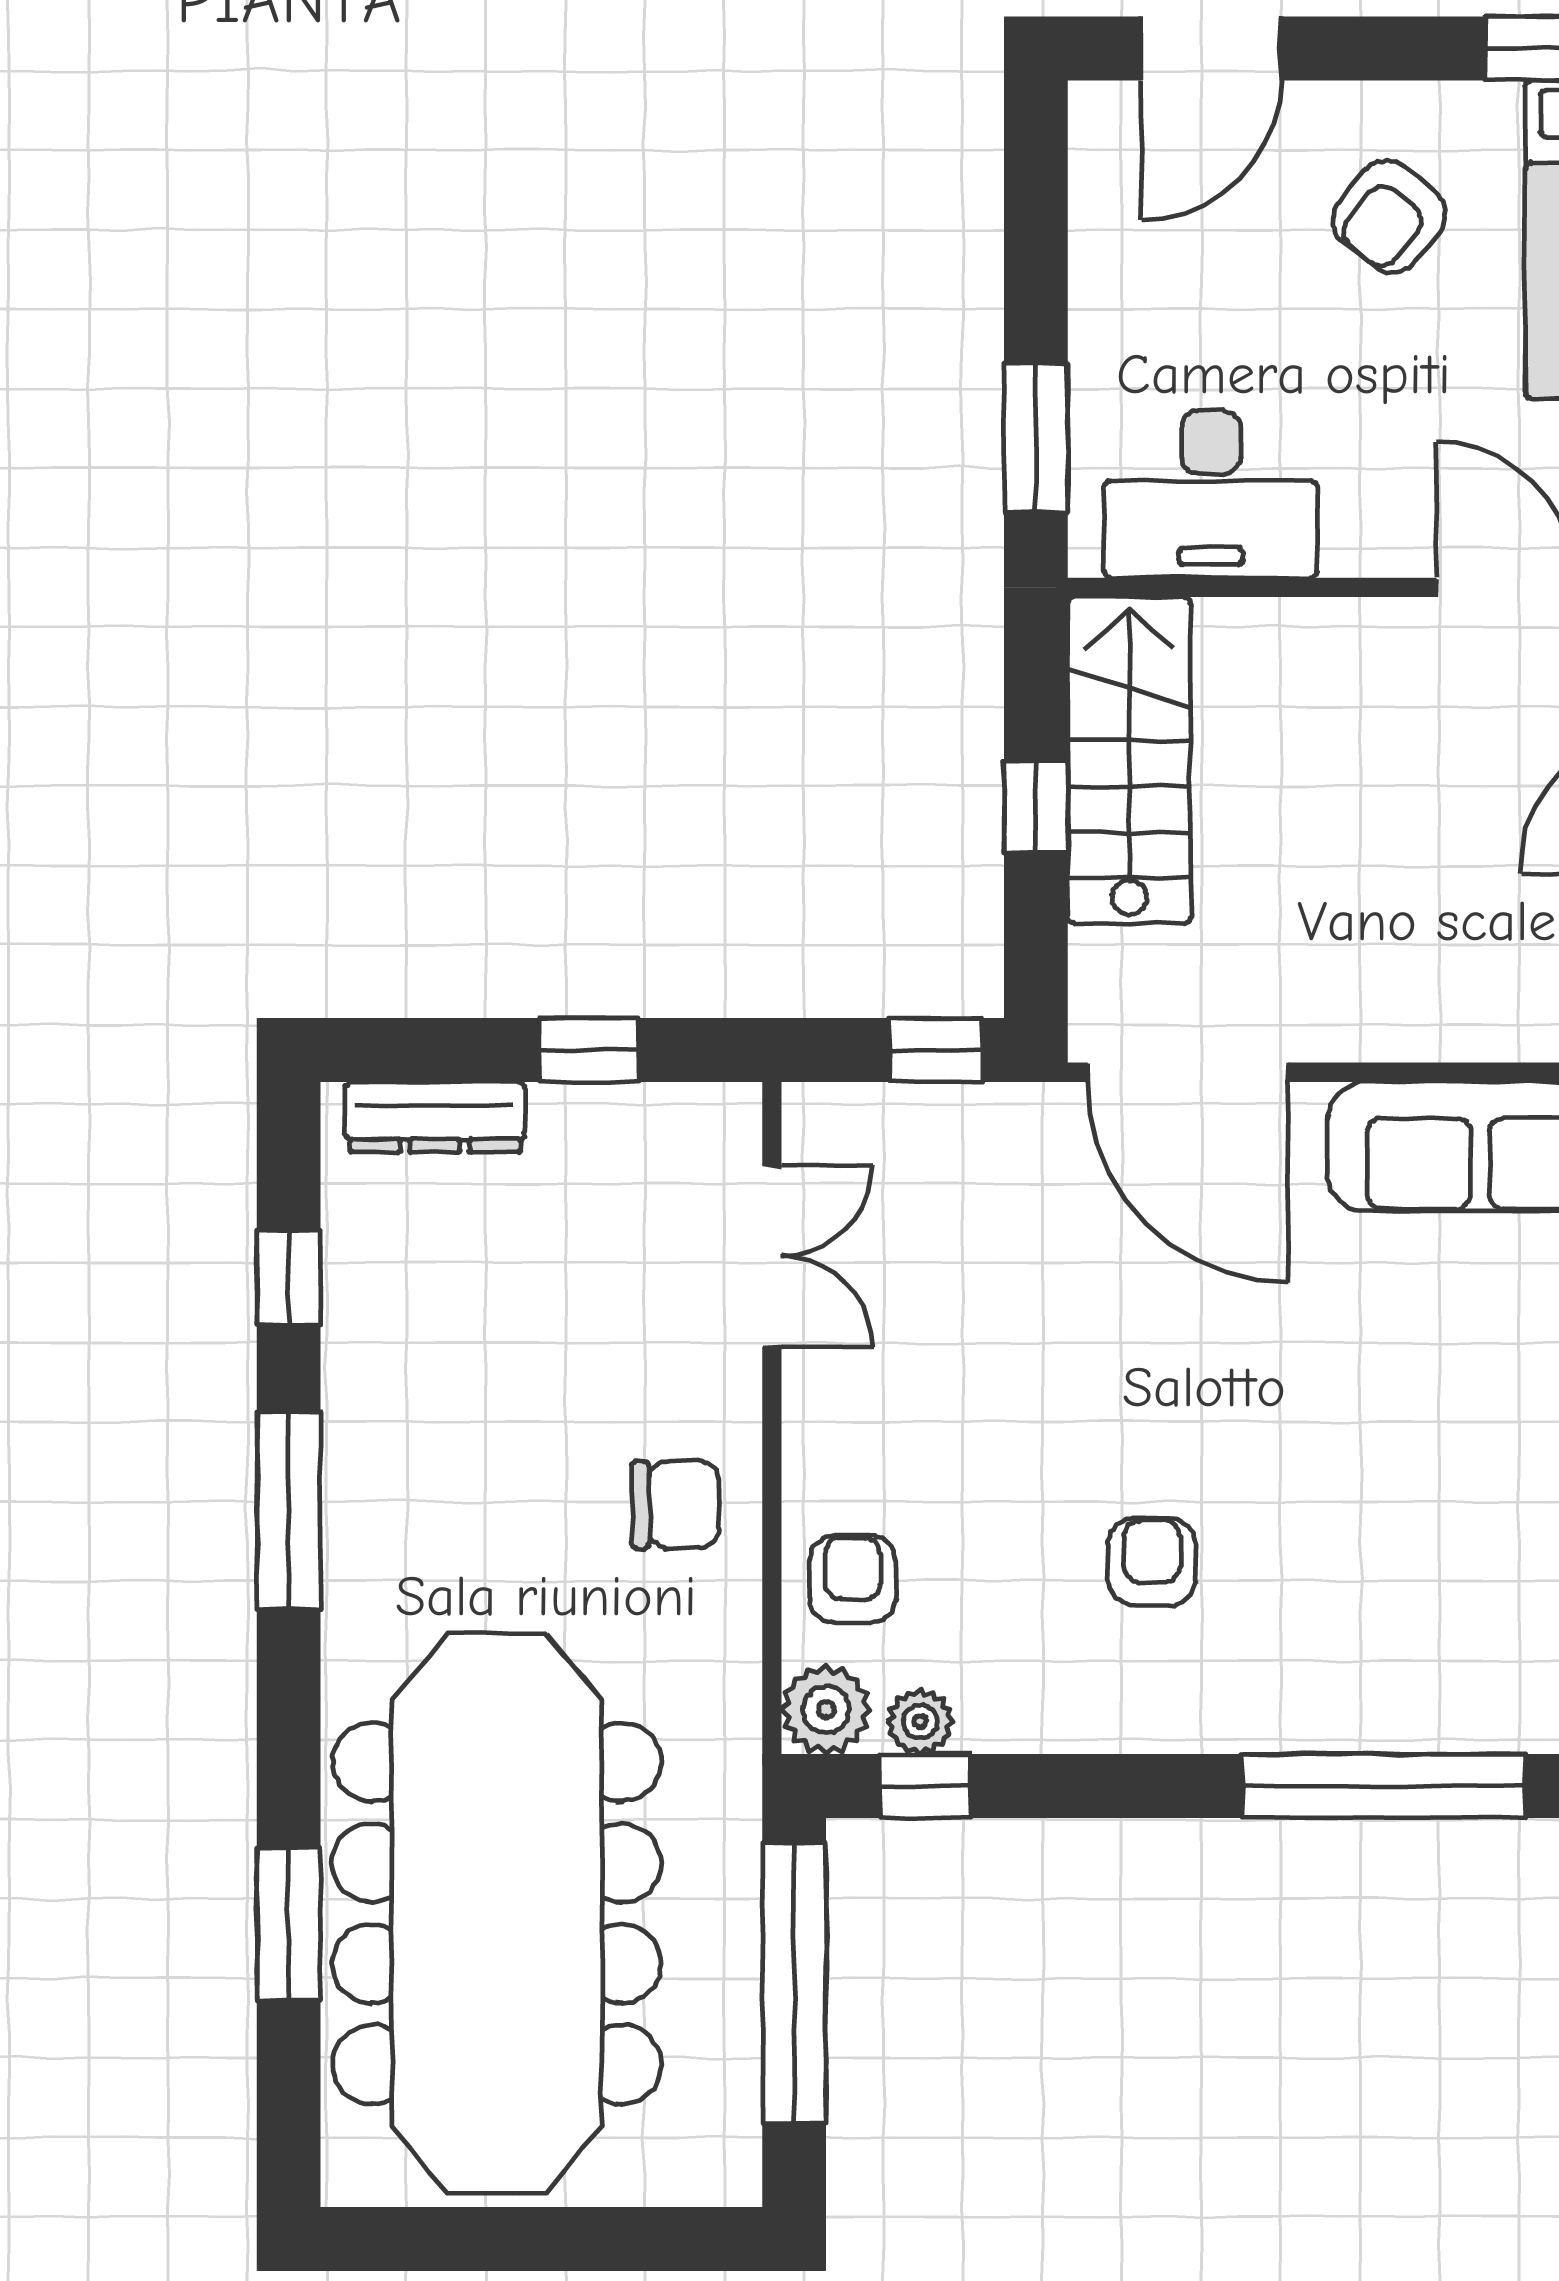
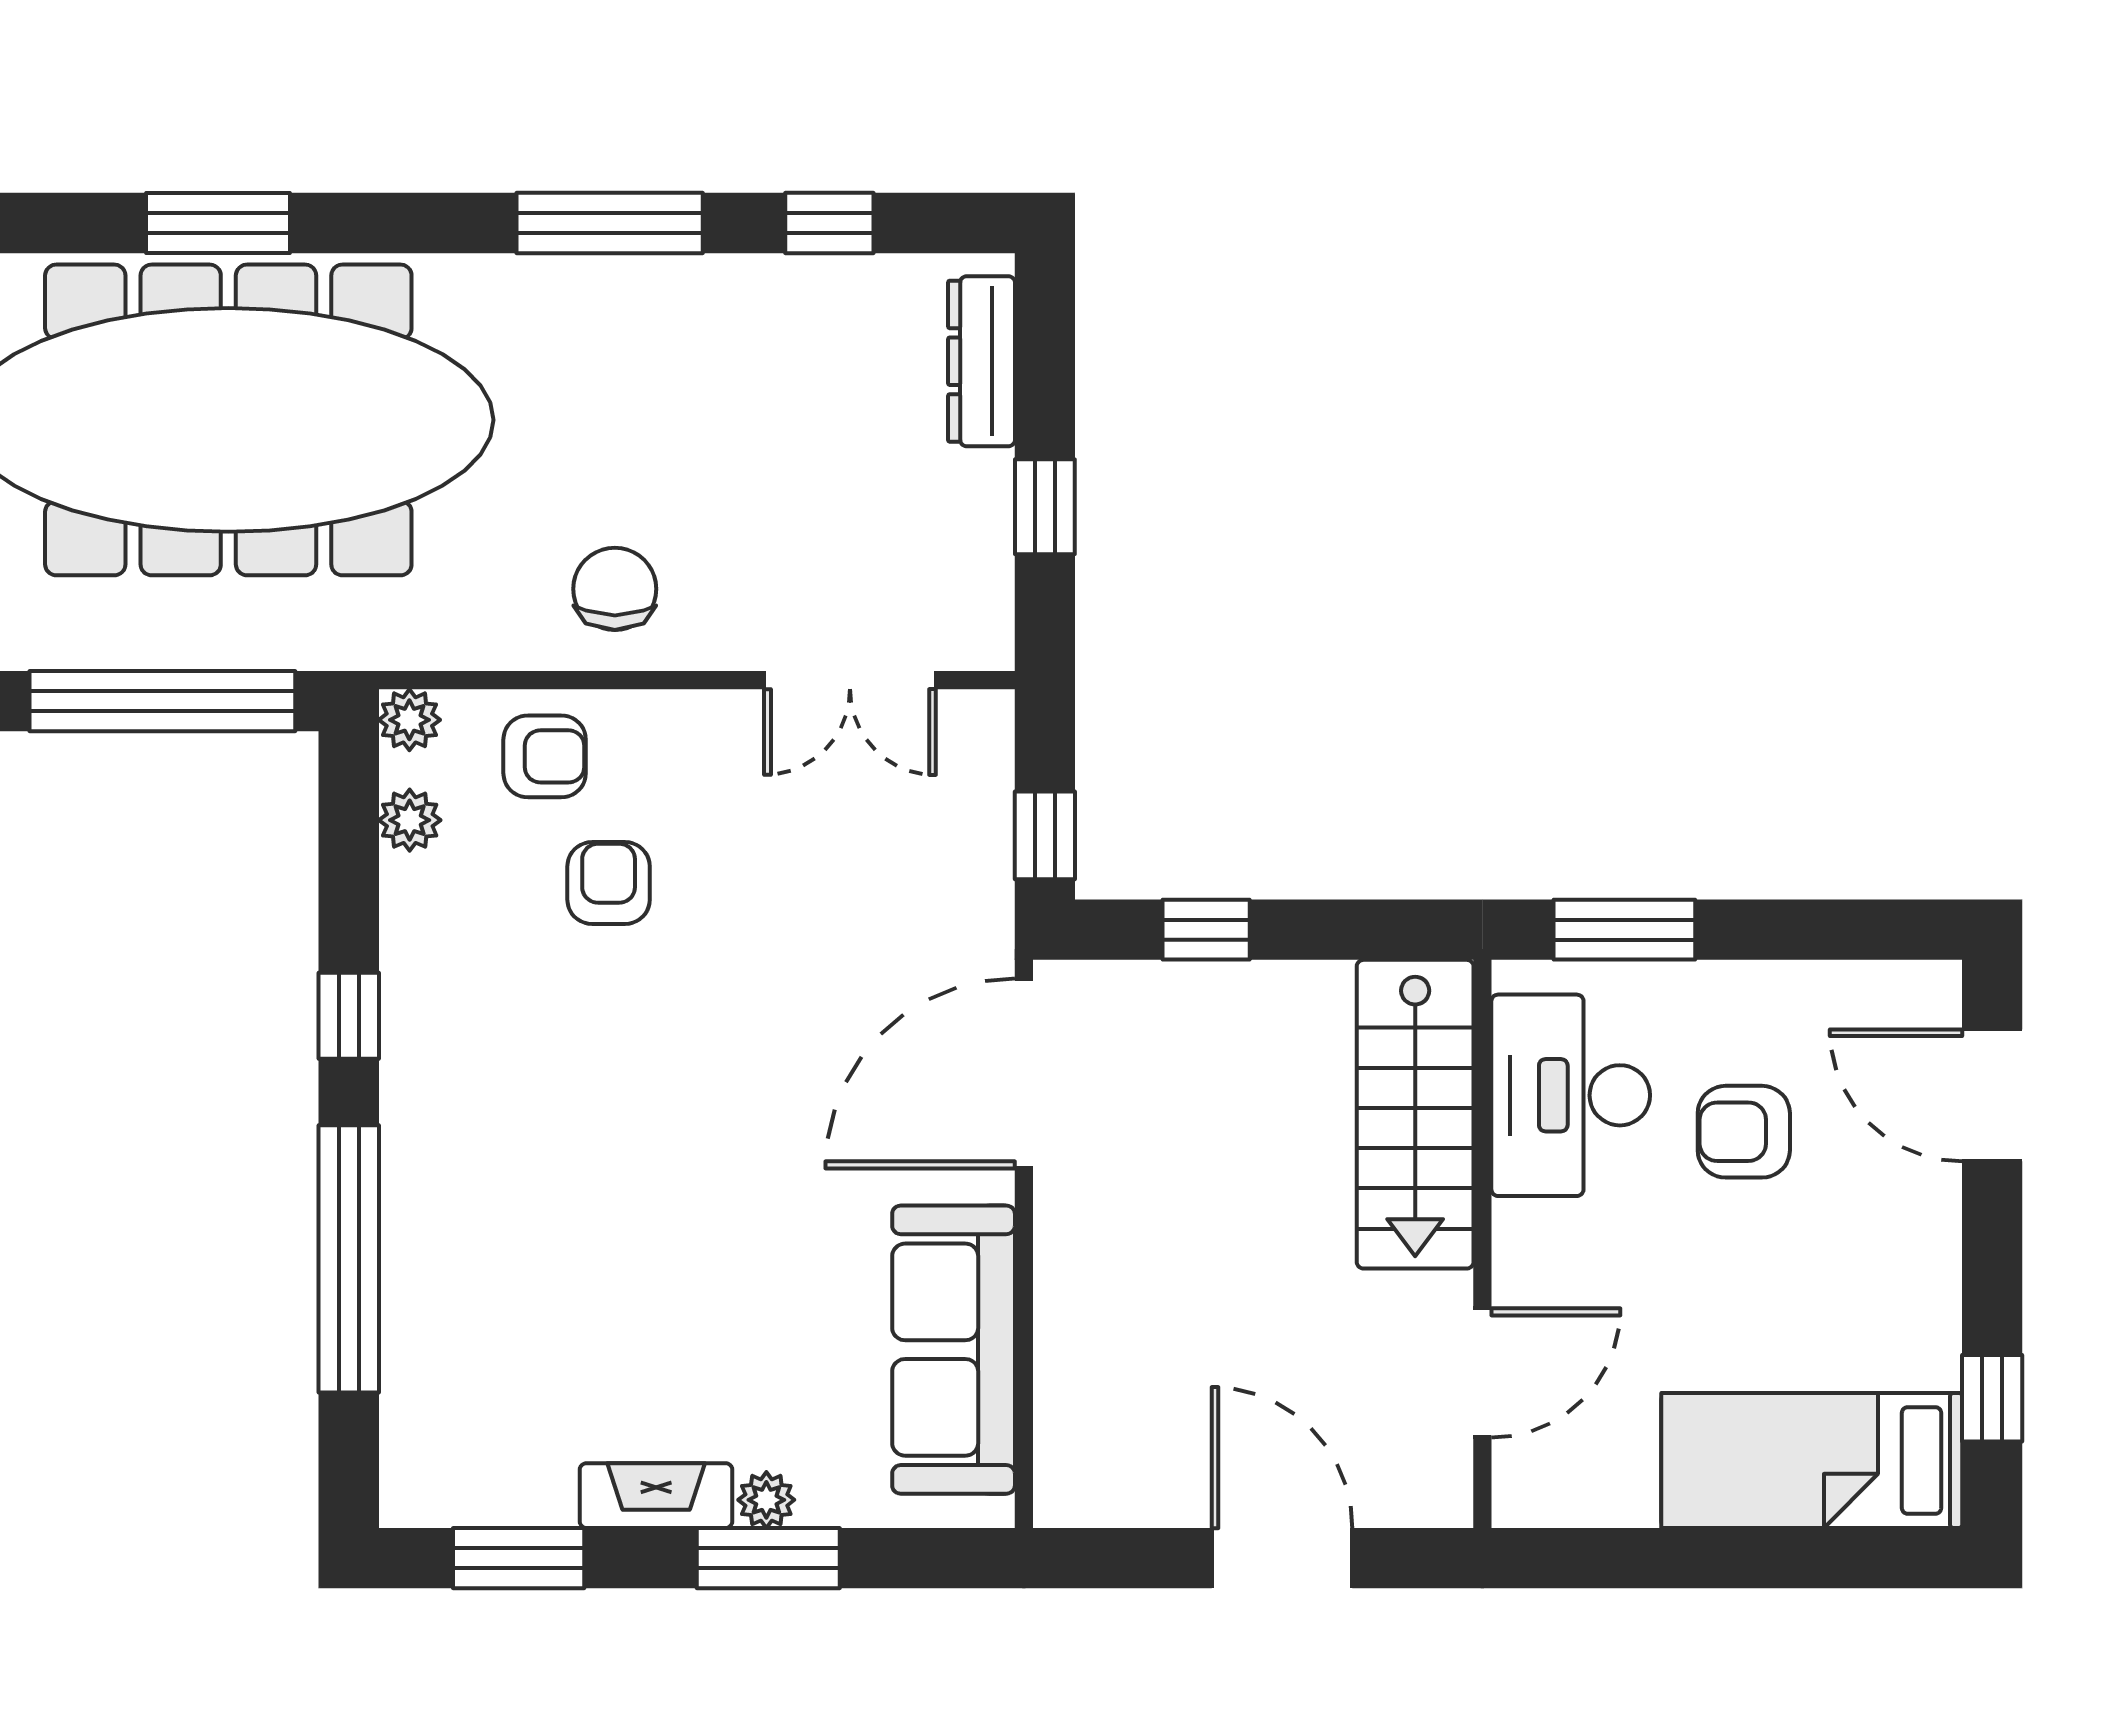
armchair: (1389, 217) -> (1744, 1132), moved, turned -38
stairs: (1129, 760) -> (1415, 1114), moved, turned 90
window: (1036, 806) -> (1206, 930), moved
chair: (676, 1505) -> (615, 589), turned 180
armchair: (1152, 1562) -> (609, 883), moved, turned -90
plant: (826, 1710) -> (409, 720), width x0.73, depth x0.73
window: (925, 1786) -> (349, 1016), moved

